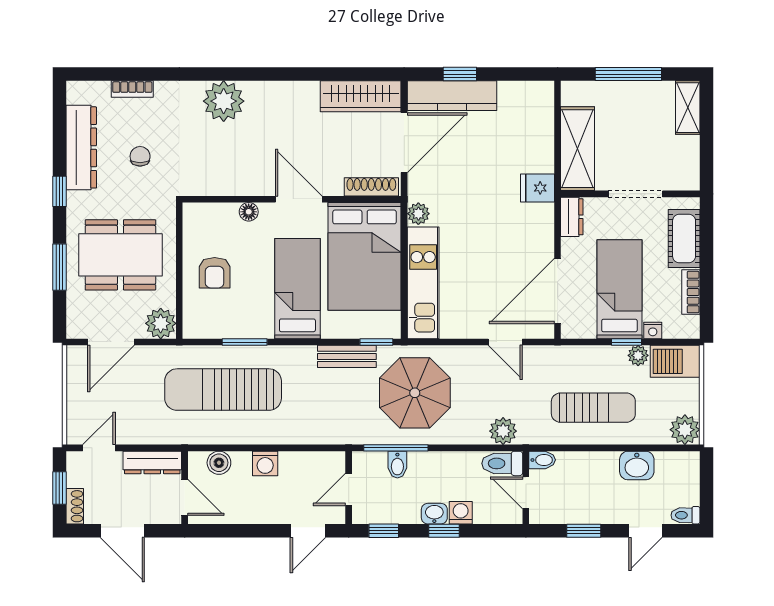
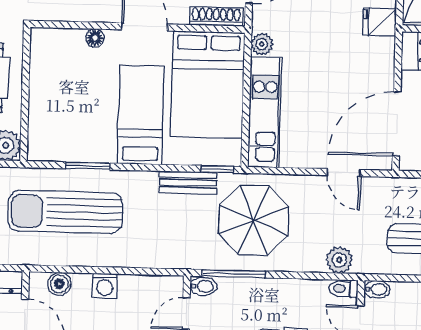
armchair: (215, 273) -> (60, 97), removed
toilet: (502, 463) -> (343, 289), width x0.73, depth x0.72
bidet: (397, 465) -> (203, 286), moved, turned -90

